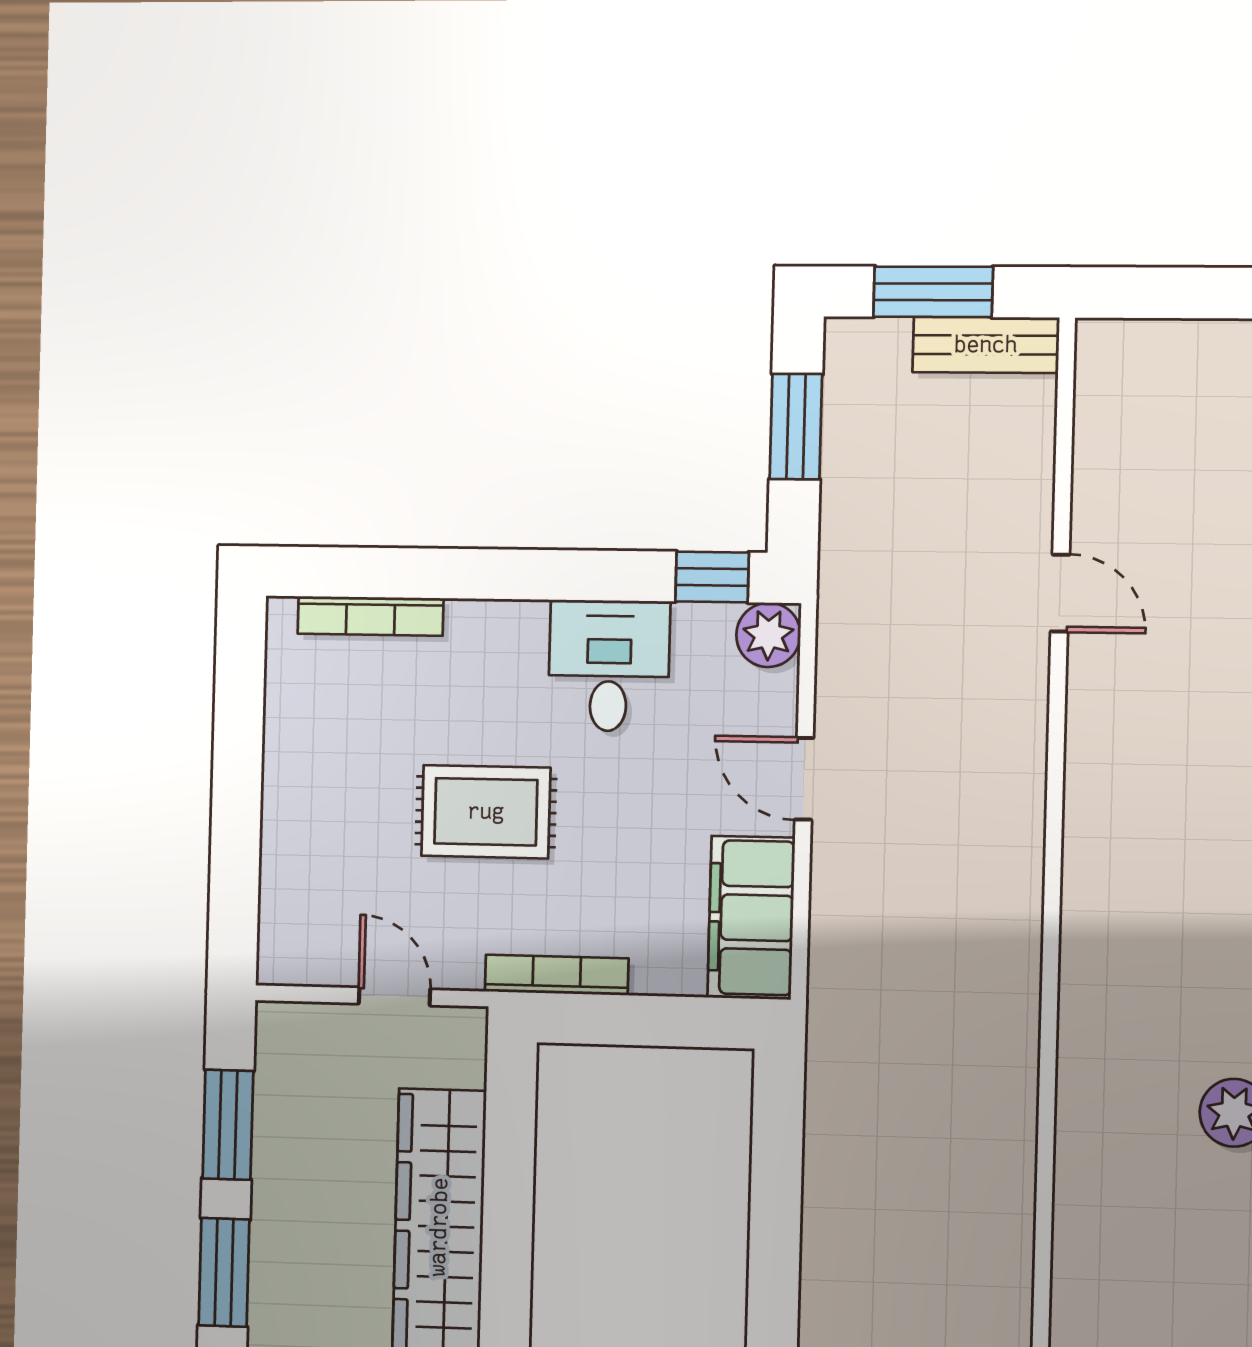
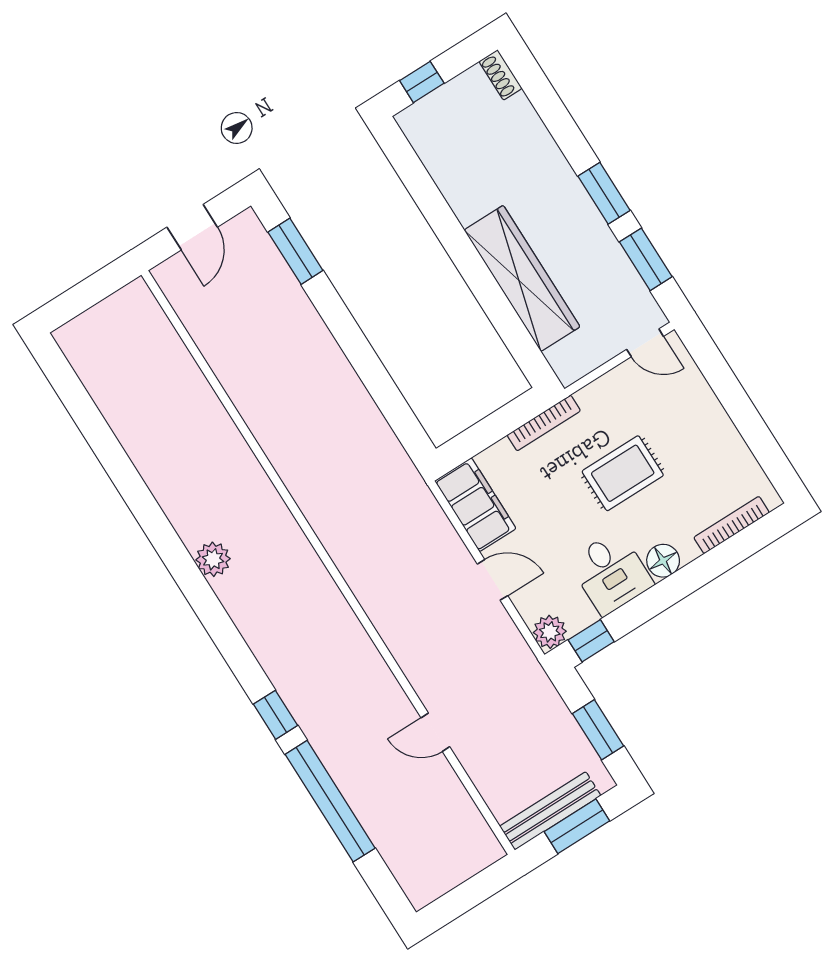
bench: (986, 345) -> (550, 811), width x1.36
floor lamp: (514, 630) -> (663, 561), added
door: (394, 996) -> (645, 343), moved

